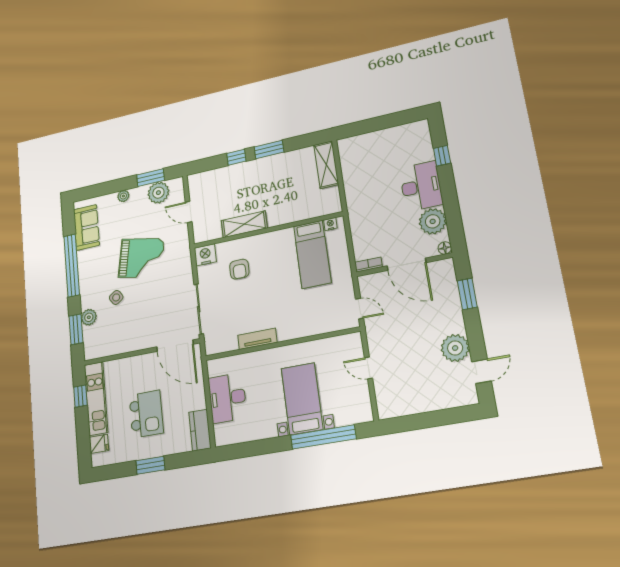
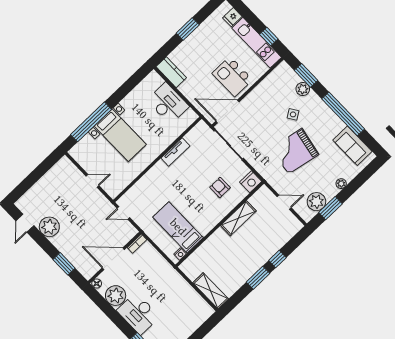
kitchen island: (146, 414) -> (232, 76), moved

